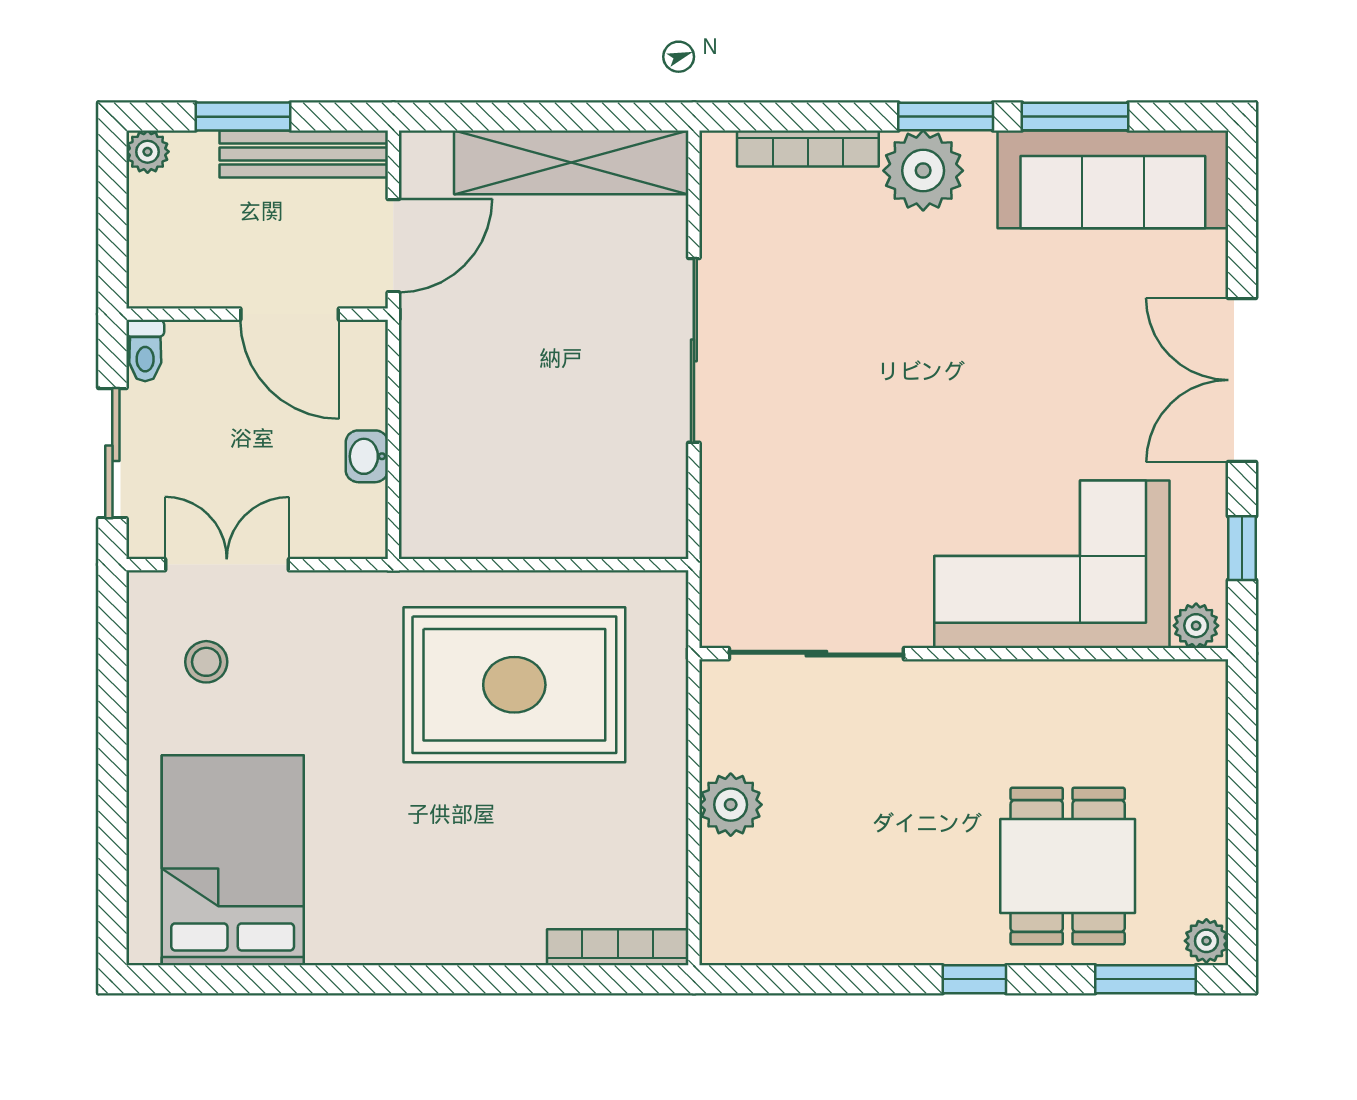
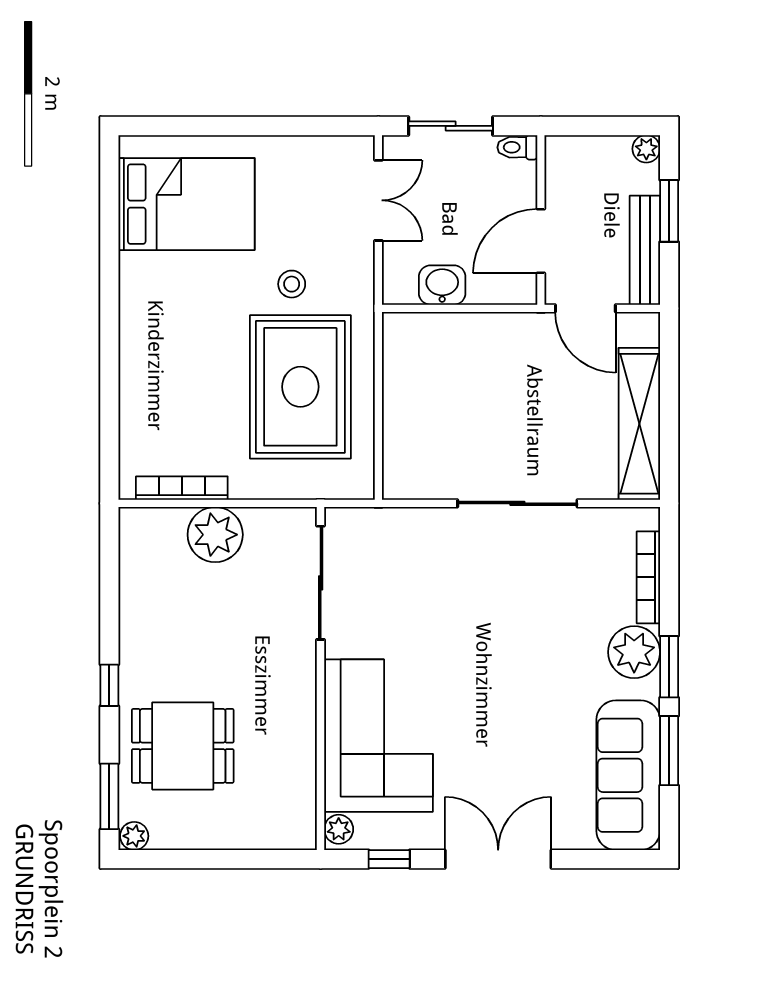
washbasin: (367, 456) -> (442, 285), width x1.38, depth x1.45
stool: (206, 662) -> (292, 284), moved
plant: (731, 805) -> (215, 535), width x1.36, depth x1.36
bookcase: (618, 947) -> (182, 488), moved, turned -90

